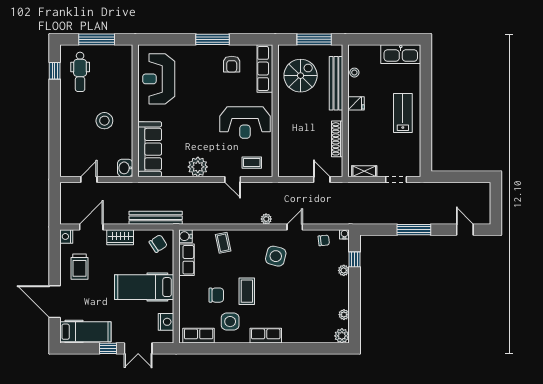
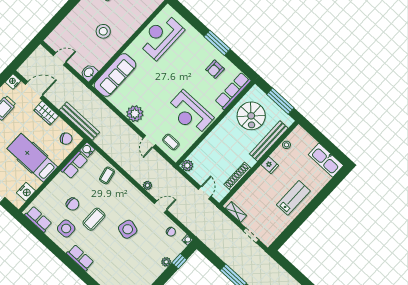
spiral stairs: (301, 76) -> (251, 116), turned 90
plant: (285, 170) -> (187, 165), added
side table: (276, 256) -> (128, 229), moved

